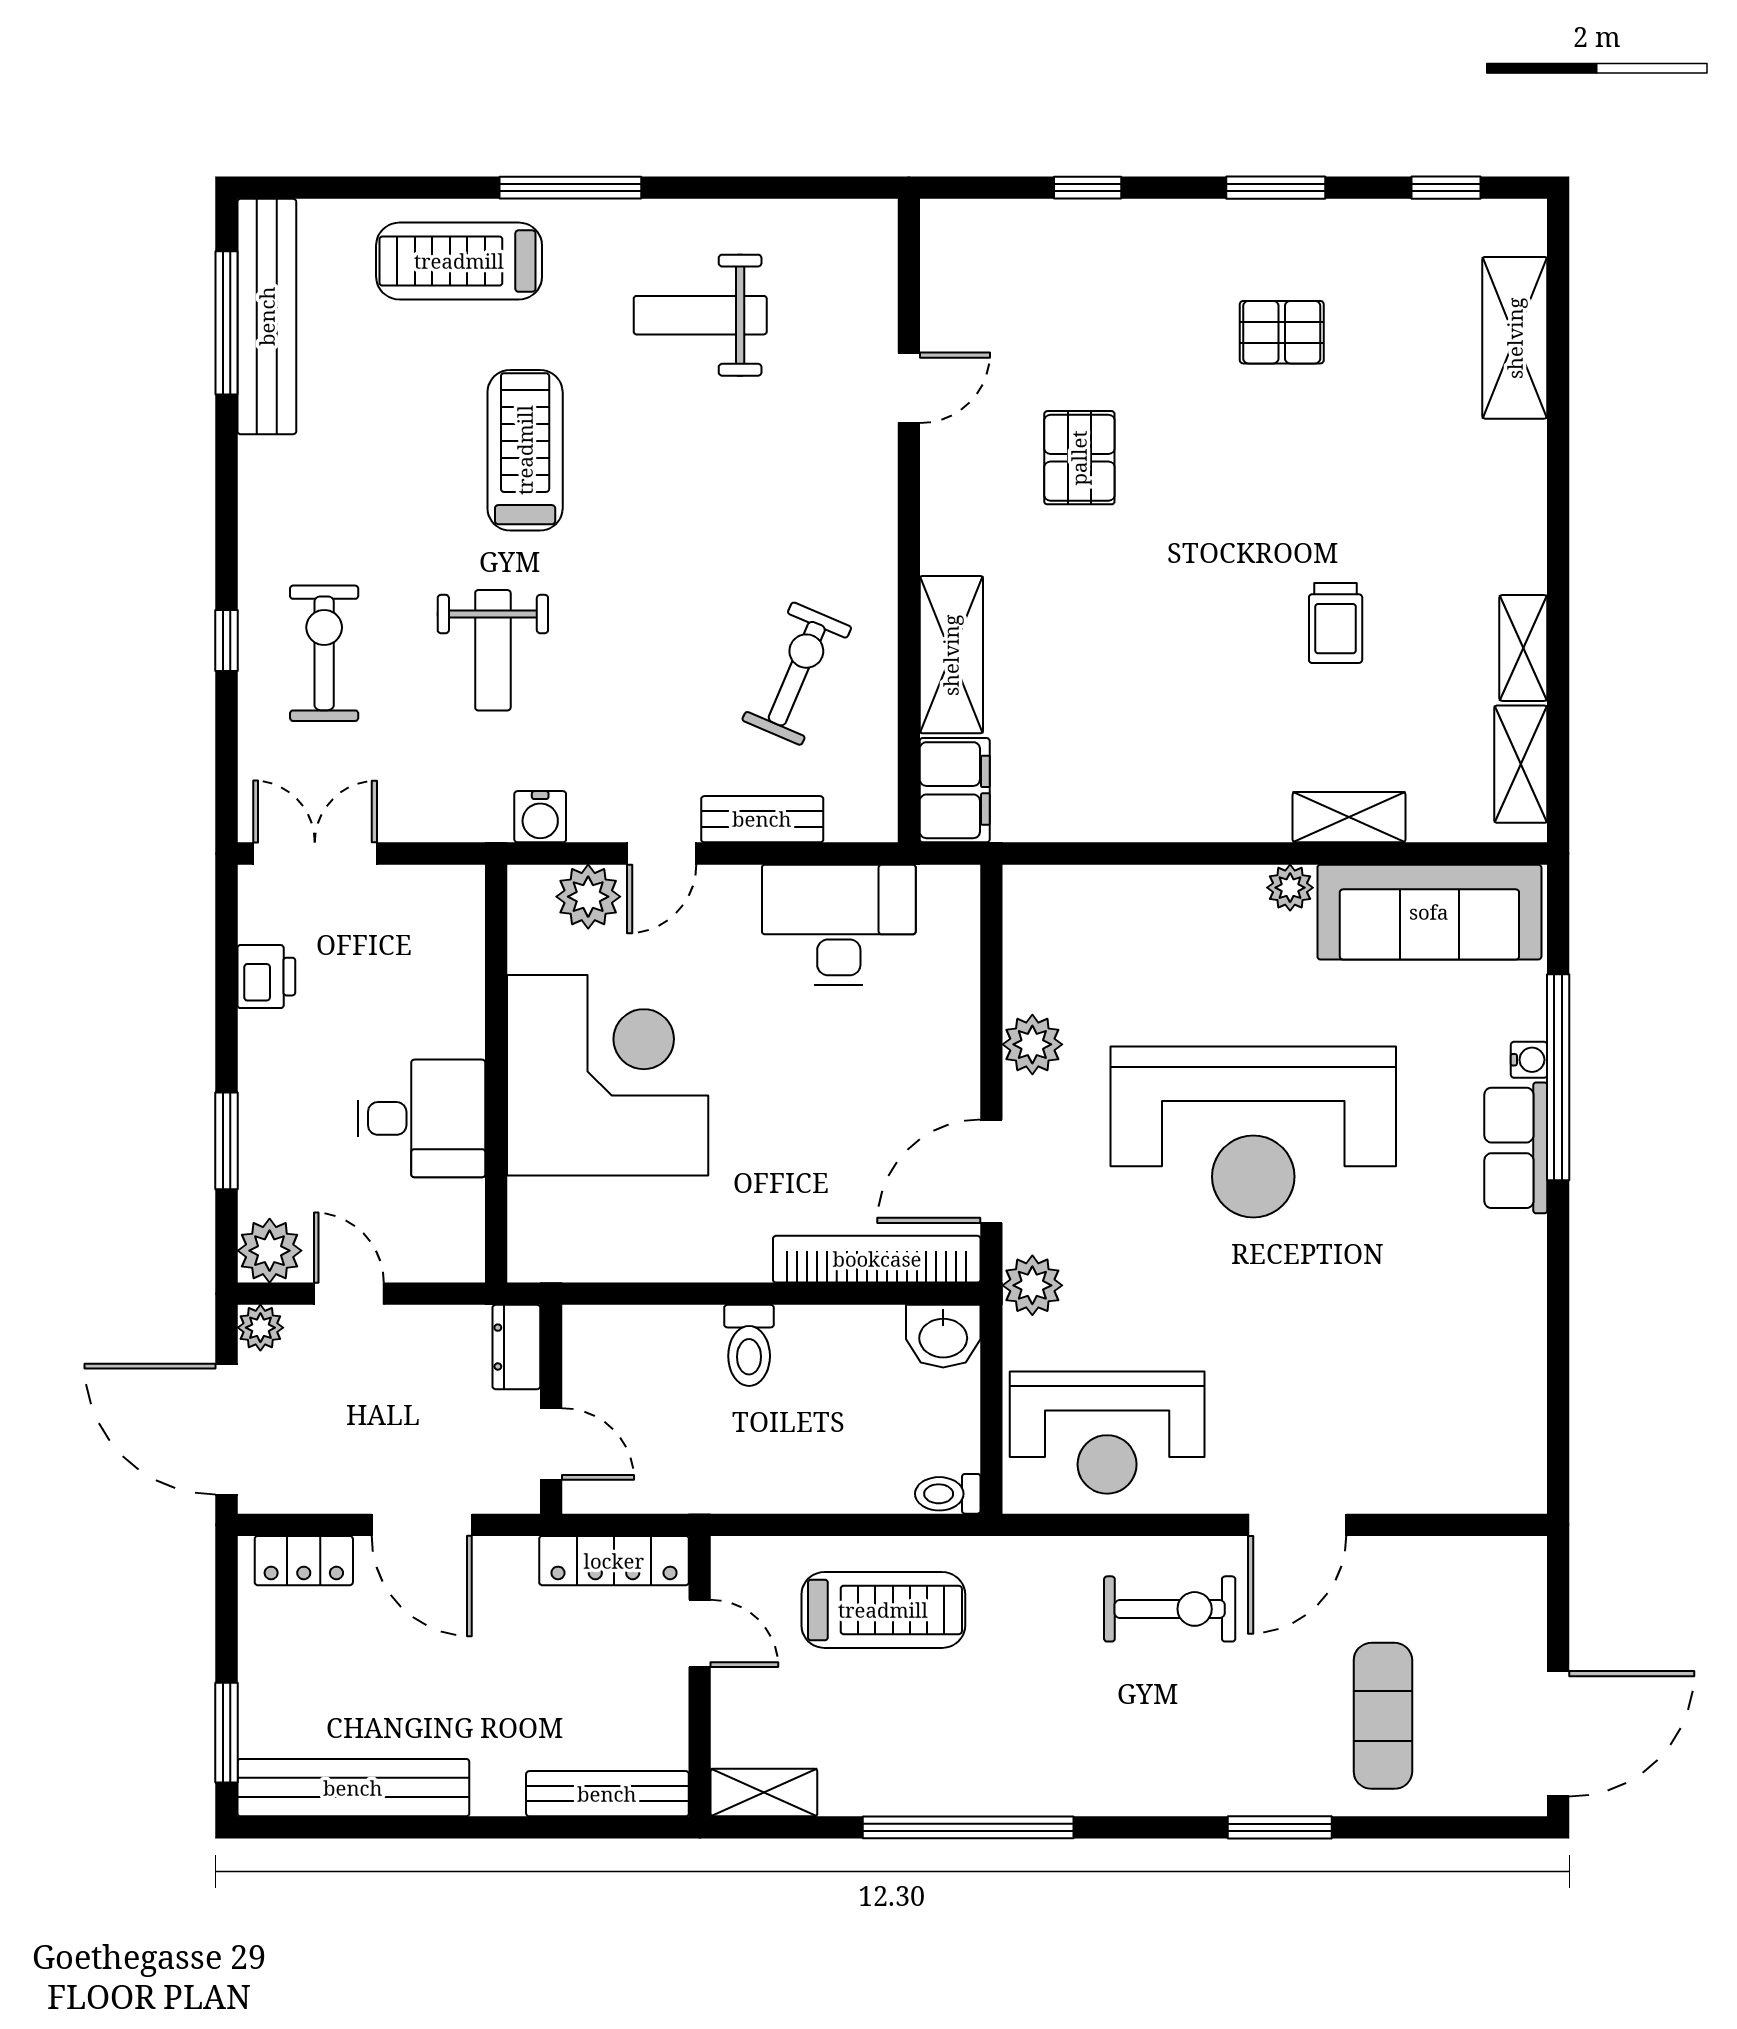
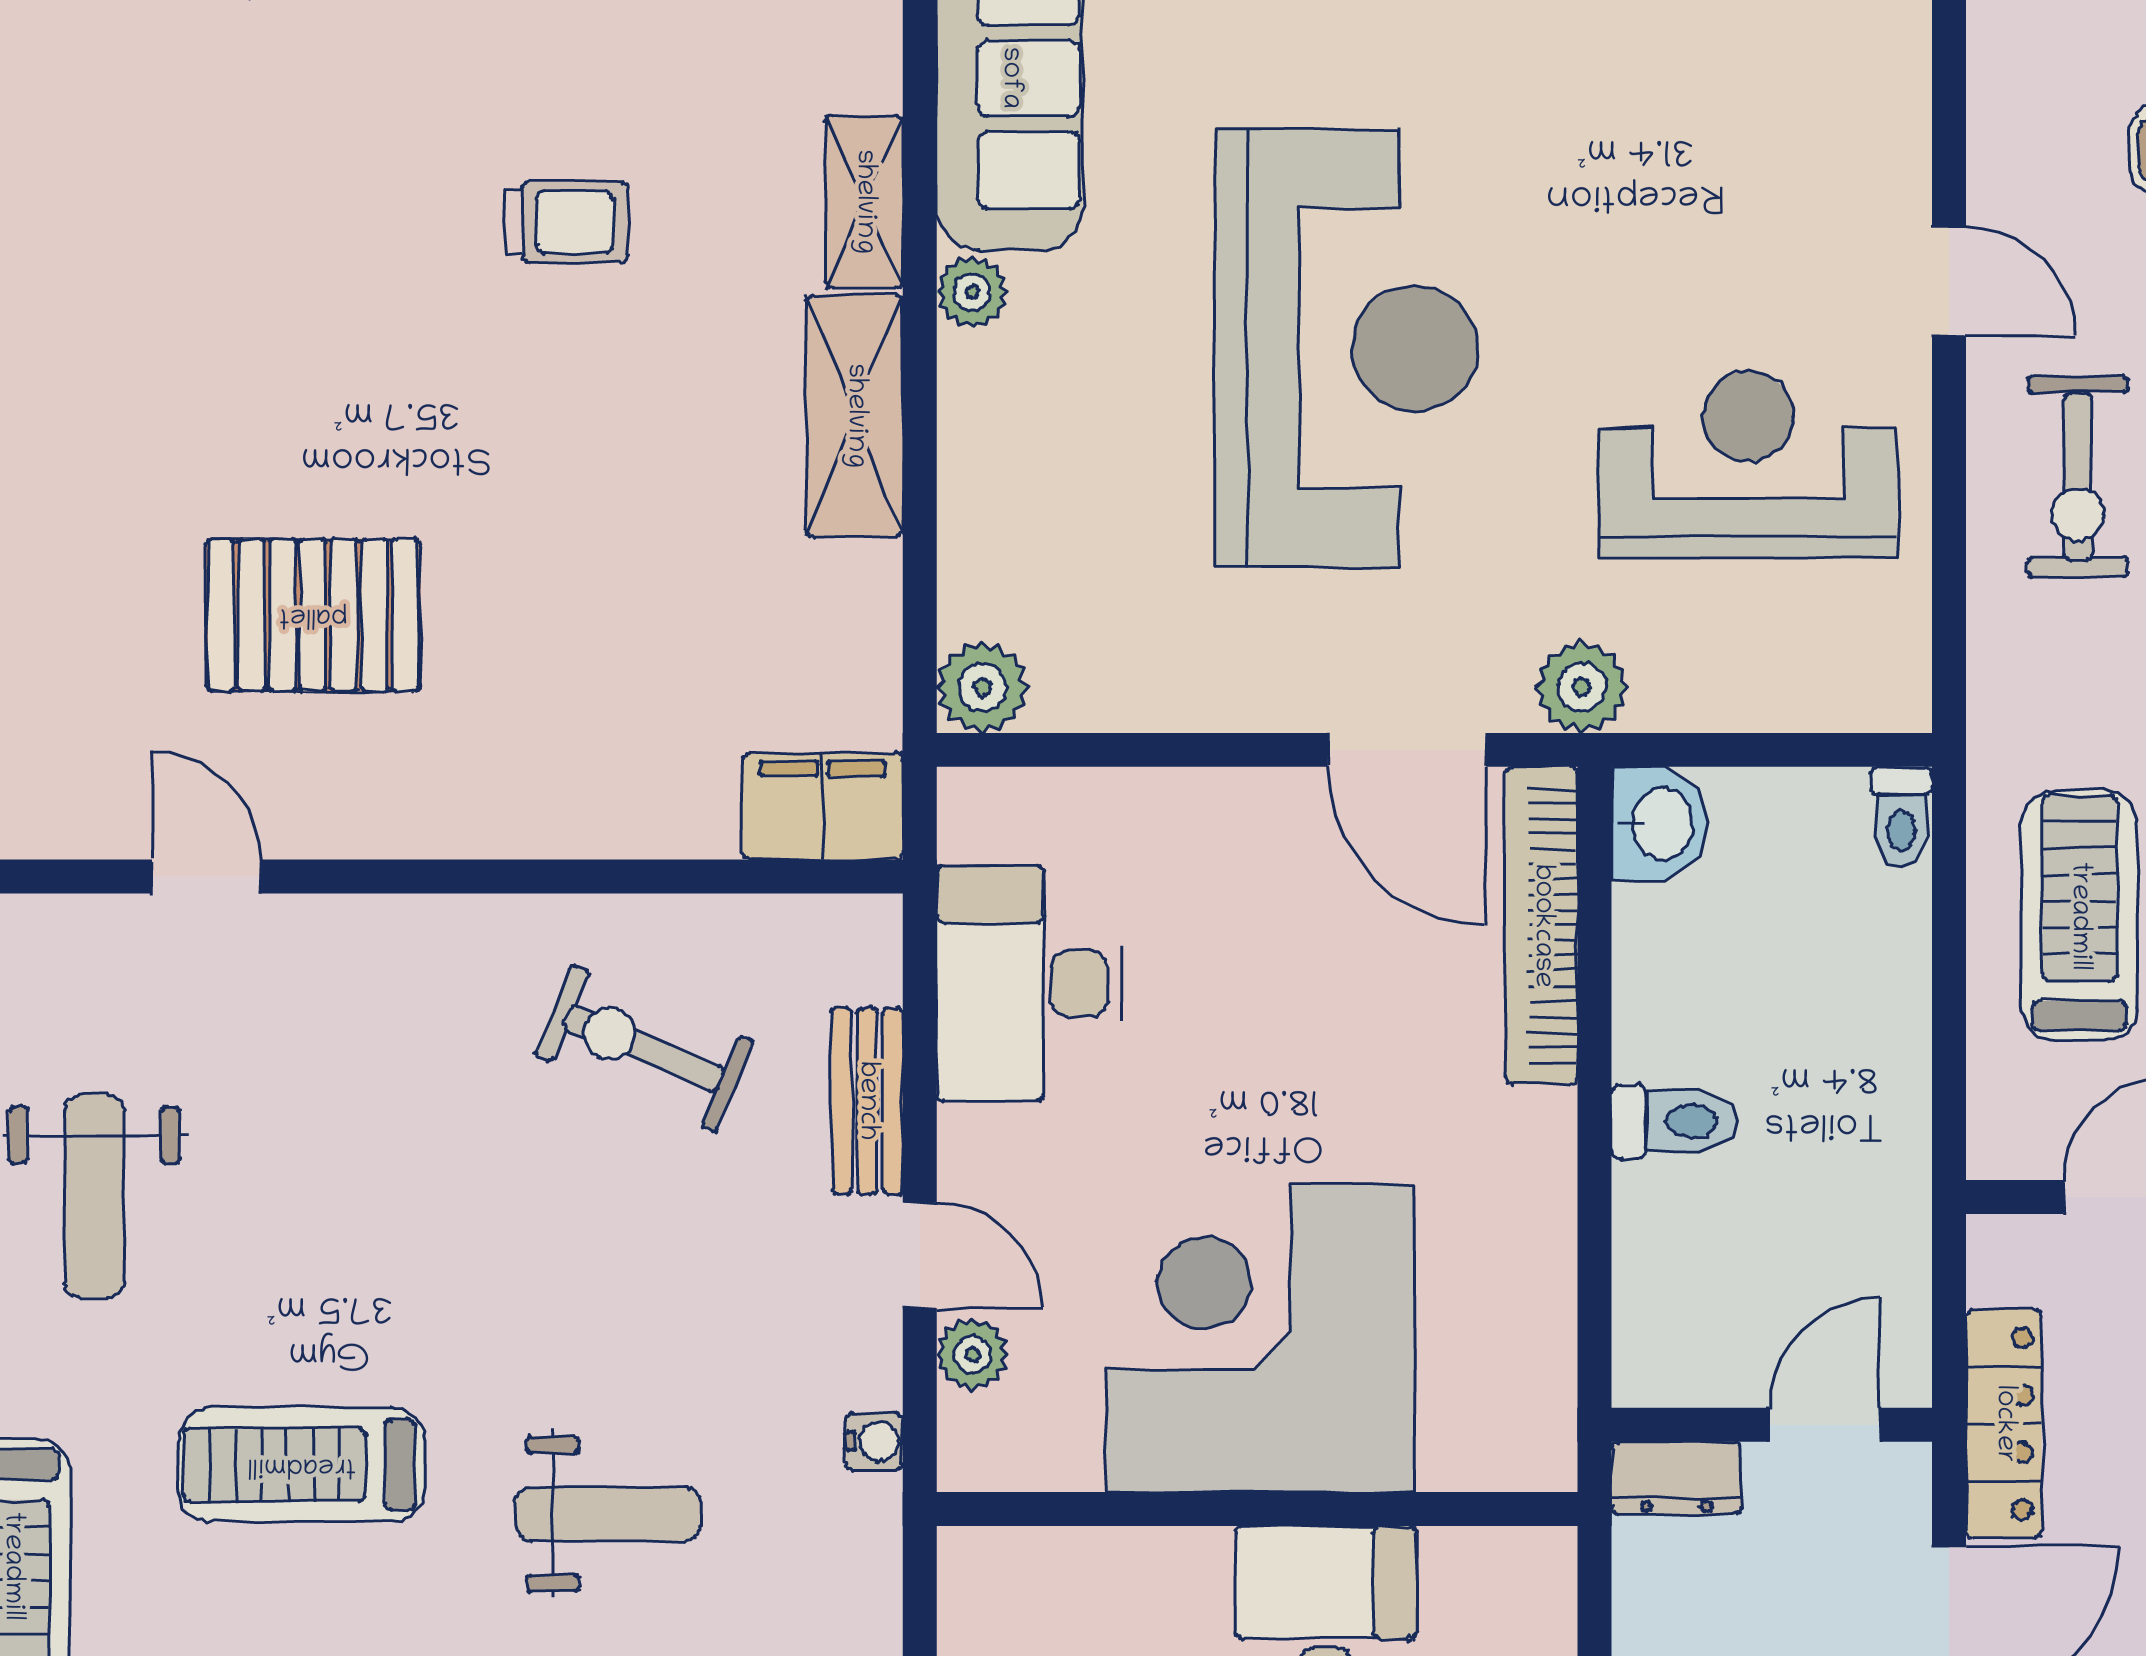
pallet: (1282, 332) -> (121, 305), removed
pallet: (1079, 458) -> (313, 615), width x1.50, depth x1.42
shelving: (951, 655) -> (855, 416), moved, turned 90
water cooler: (540, 817) -> (874, 1441), width x0.72, depth x0.72
plant: (588, 897) -> (972, 1355), width x0.73, depth x0.73
plant: (1032, 1044) -> (983, 687), moved
reception desk: (1107, 1433) -> (1748, 465), moved, turned -90
door: (1297, 1525) -> (1949, 281), width x0.73
locker: (614, 1561) -> (2004, 1424), moved
exercise bike: (1170, 1609) -> (2078, 477), turned 180

